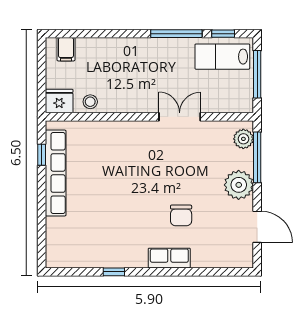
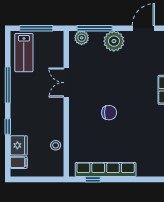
window: (223, 34) -> (8, 126), moved
fridge: (59, 101) -> (19, 145), moved, turned 180
chair: (181, 215) -> (109, 113), moved

